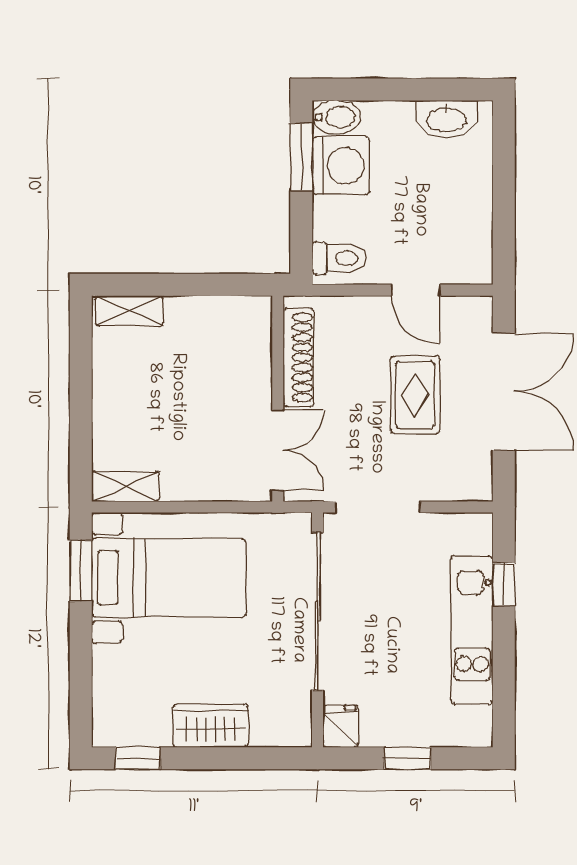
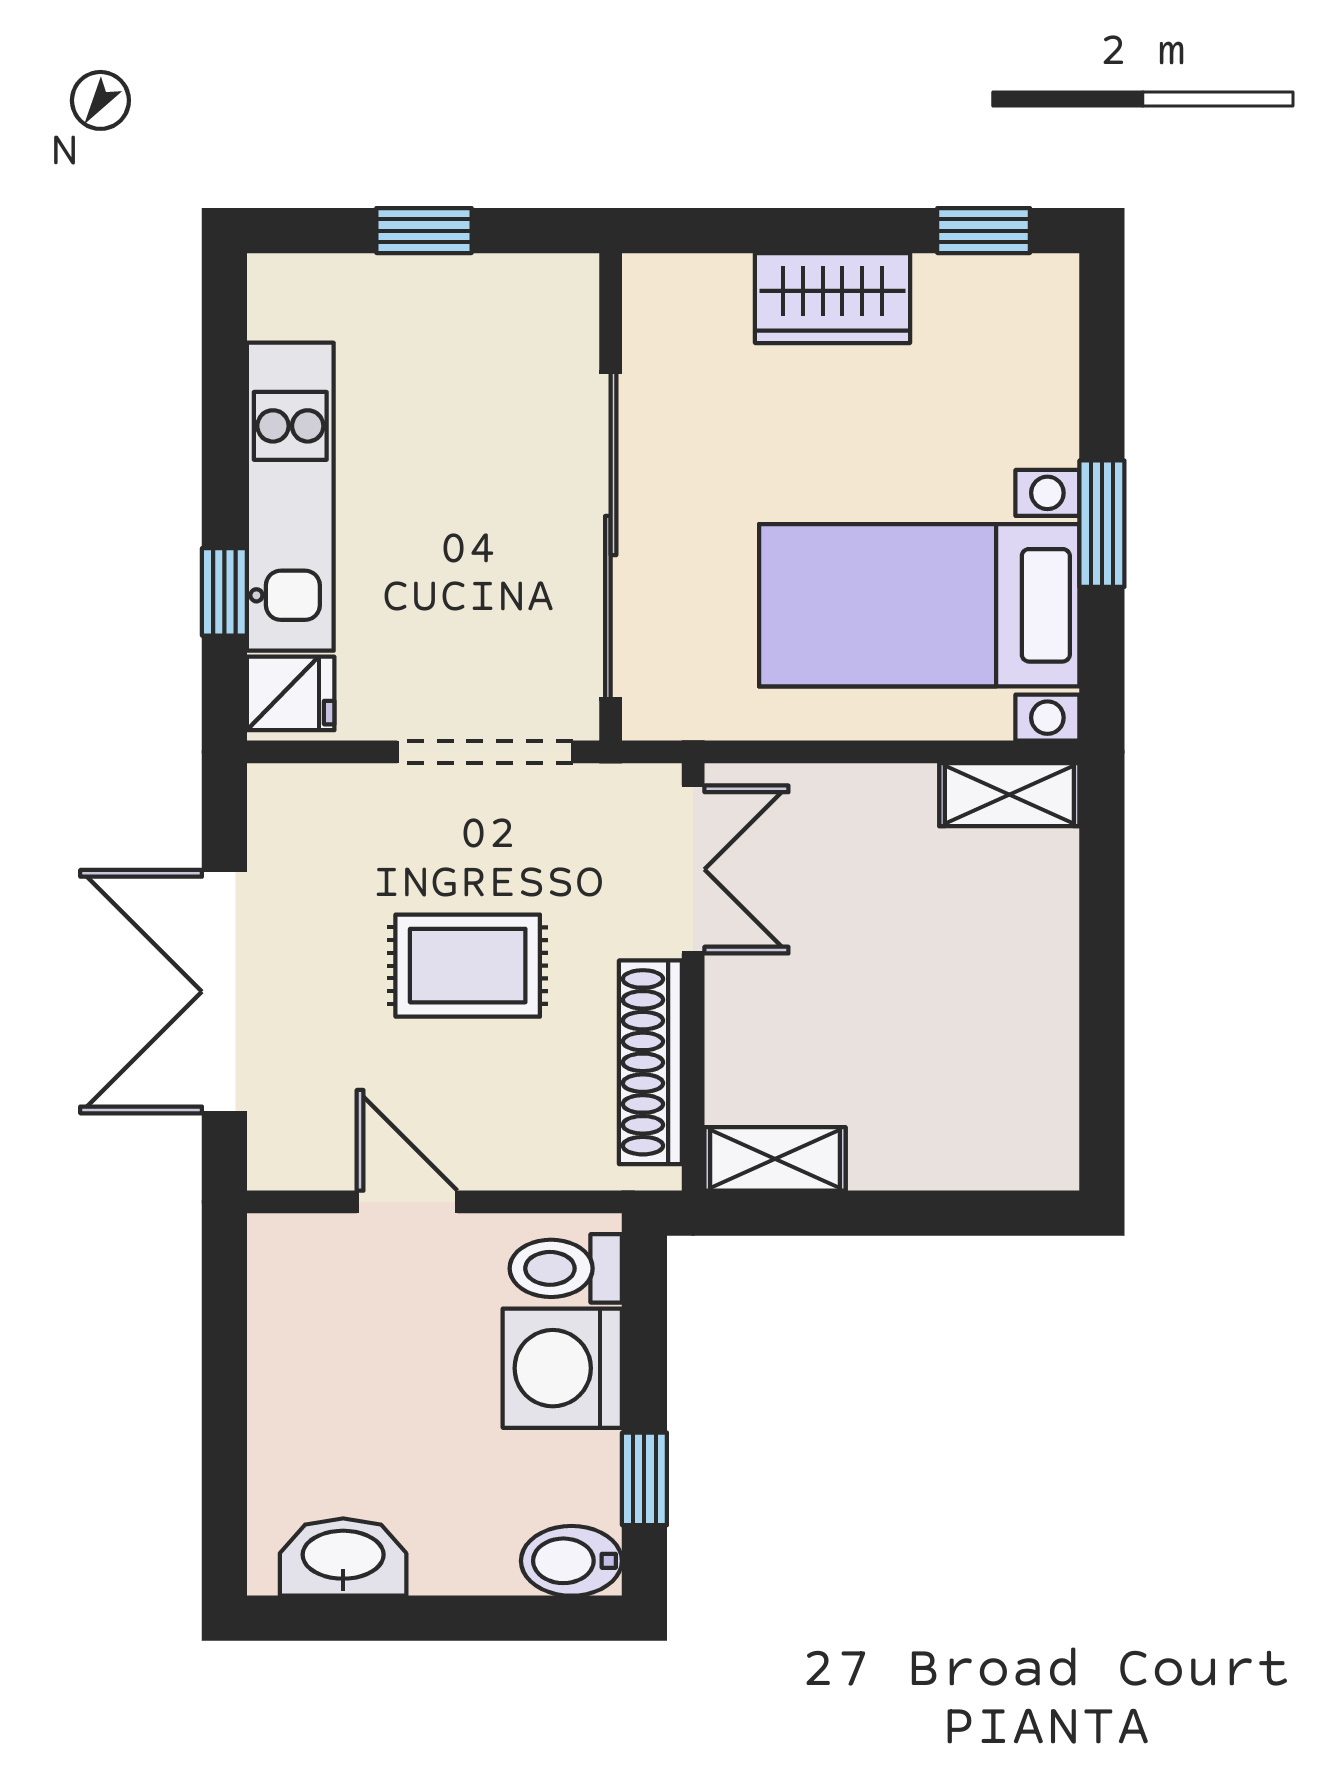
window: (301, 157) -> (644, 1479), width x0.67
washing machine: (341, 166) -> (562, 1368), moved
shelving: (129, 311) -> (775, 1159), moved
rug: (415, 395) -> (468, 966), moved, turned 90
double door: (278, 450) -> (693, 869), swing flipped
window: (81, 571) -> (1102, 524), moved
fridge: (341, 726) -> (291, 693), moved, turned -90

